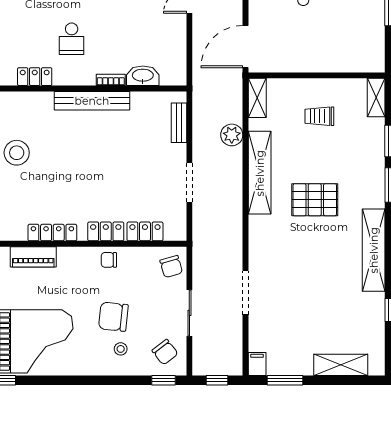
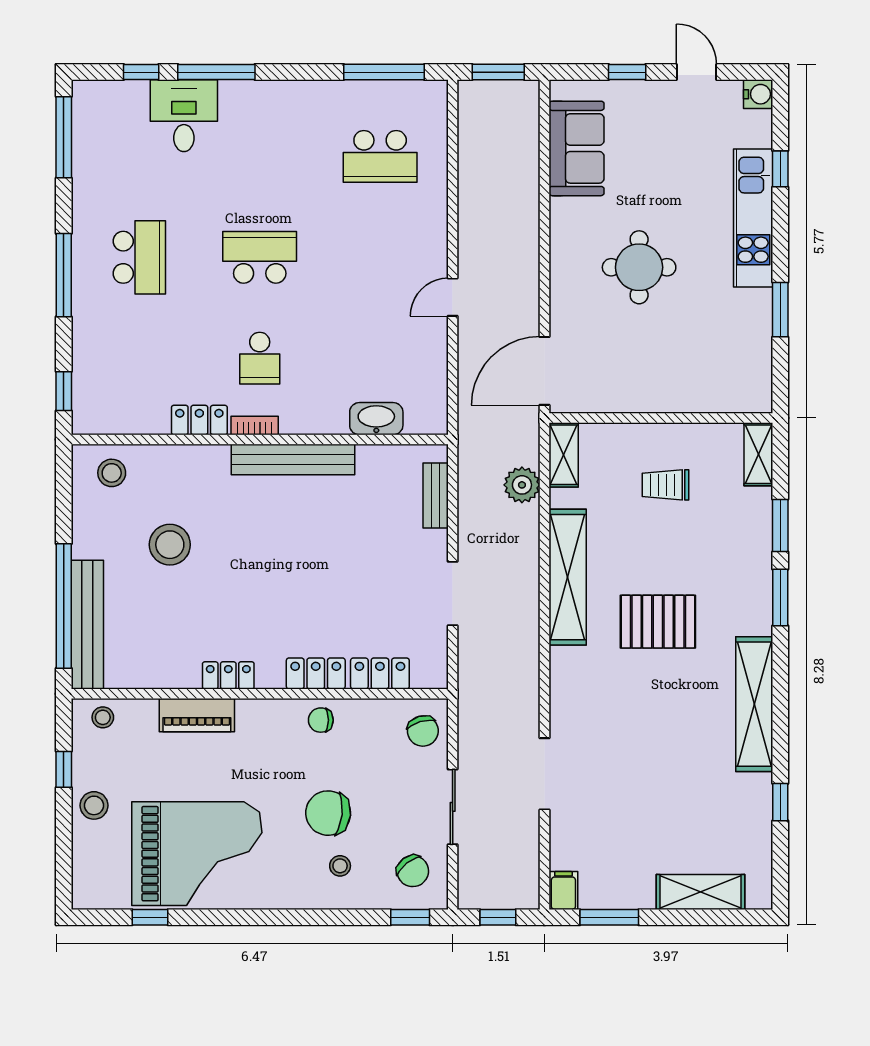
bookcase: (111, 80) -> (255, 426), moved
plant: (232, 135) -> (522, 485), moved
locker: (52, 233) -> (228, 675), width x0.66

